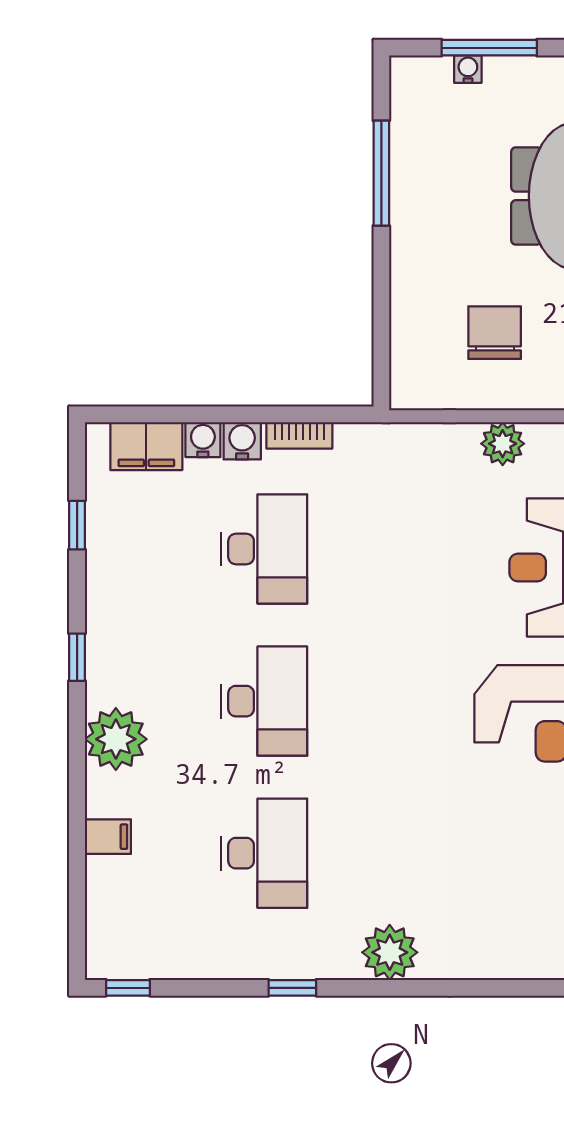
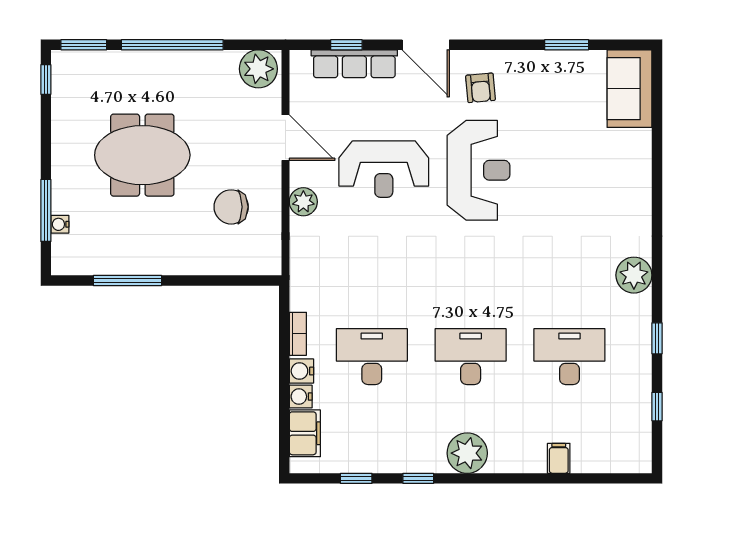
window: (77, 657) -> (418, 478), moved
plant: (116, 739) -> (467, 453), moved
window: (128, 988) -> (657, 407), moved

